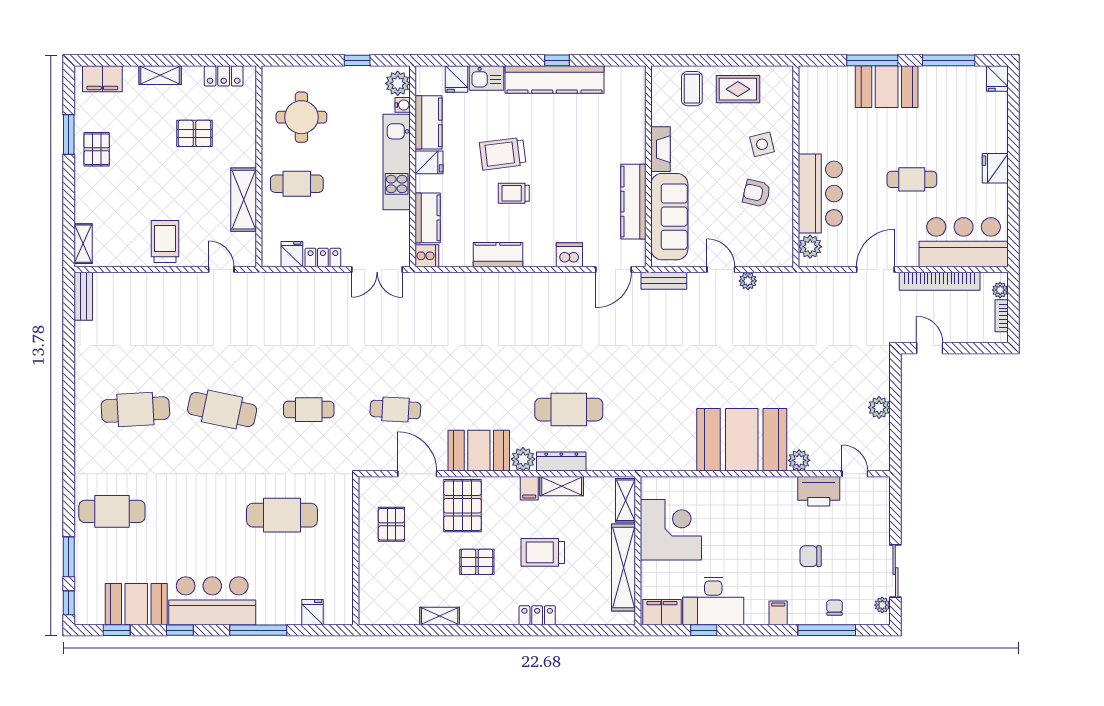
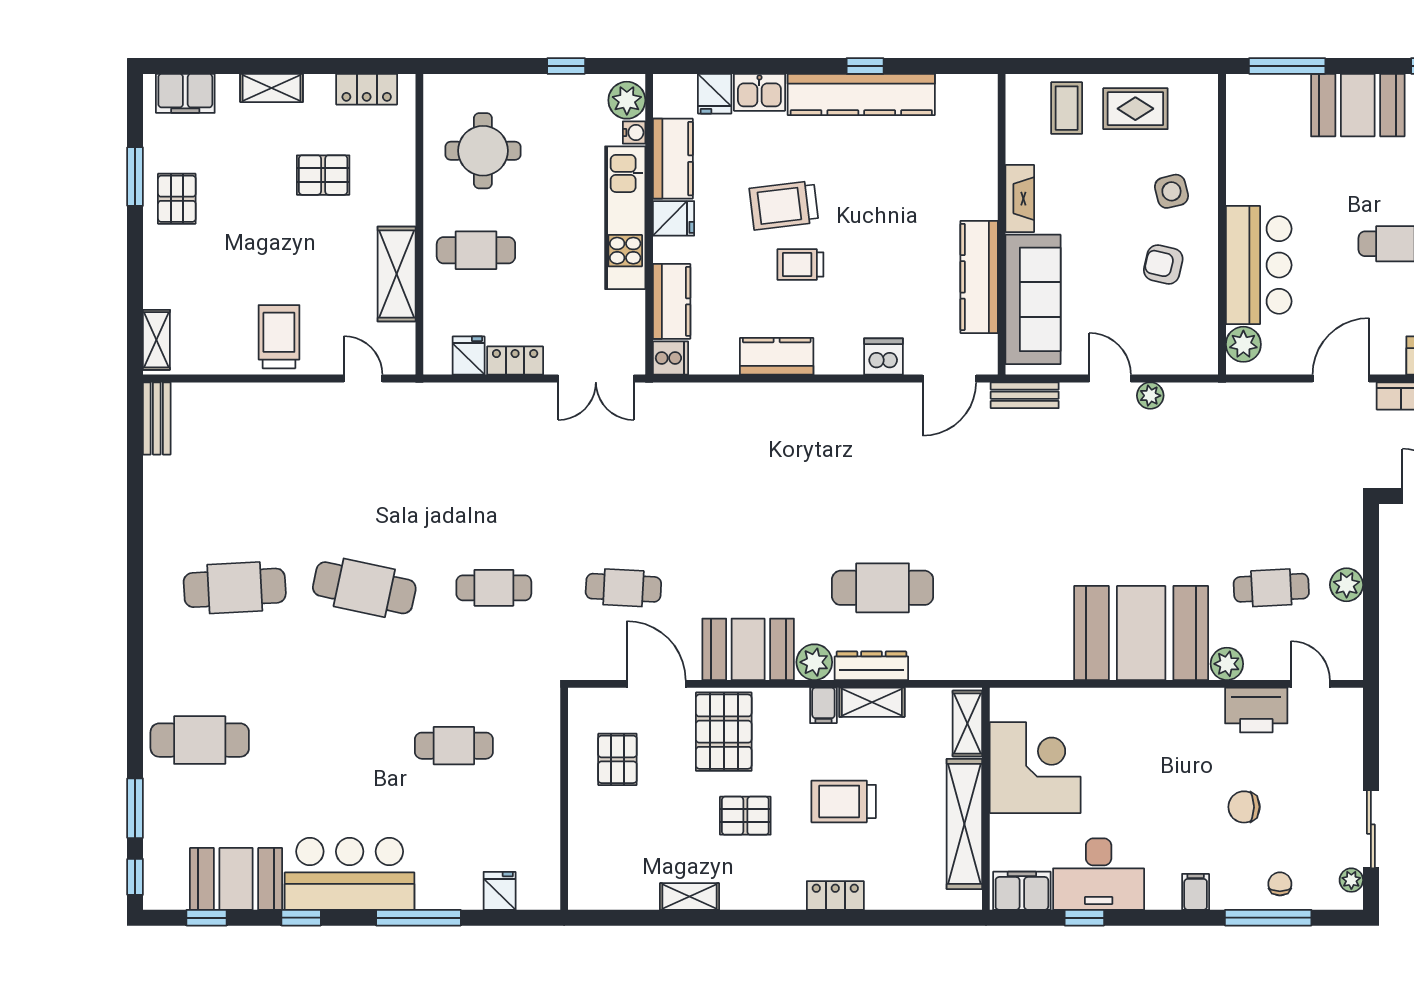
window: (872, 60) -> (1287, 66), moved
cafe table: (829, 410) -> (1271, 588), added
cafe table: (282, 515) -> (454, 746), width x0.73, depth x0.74

